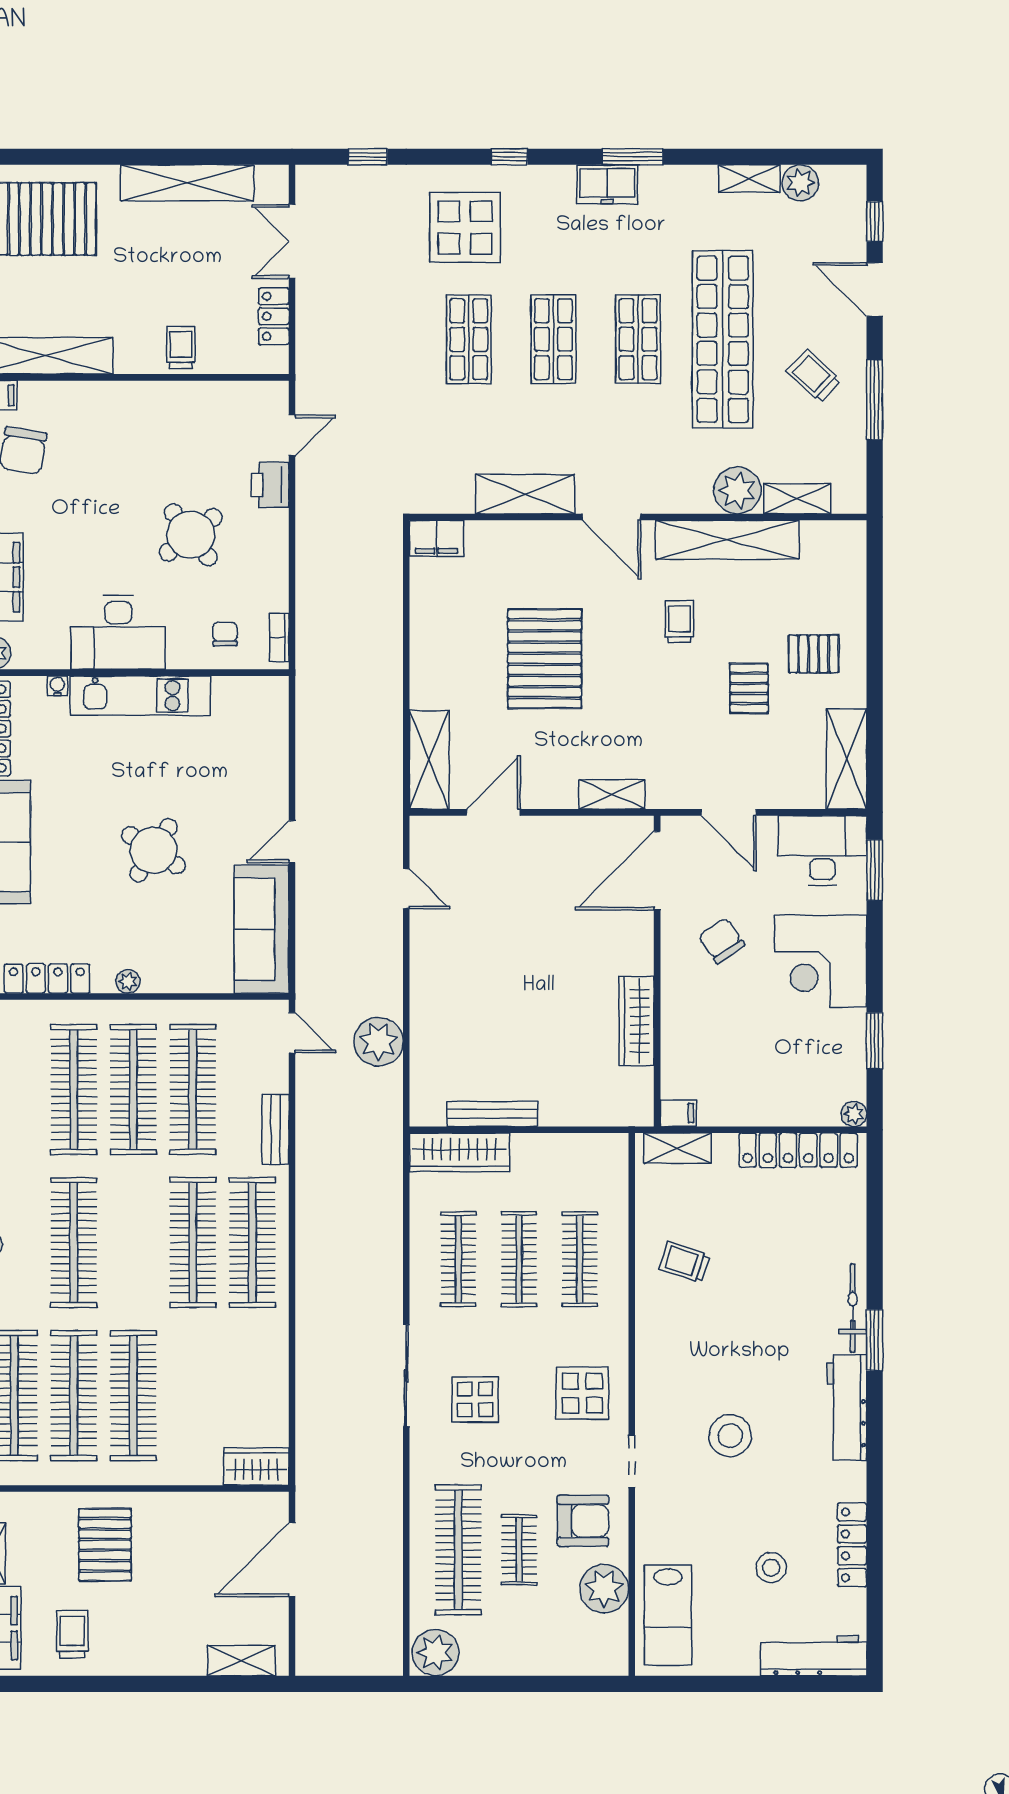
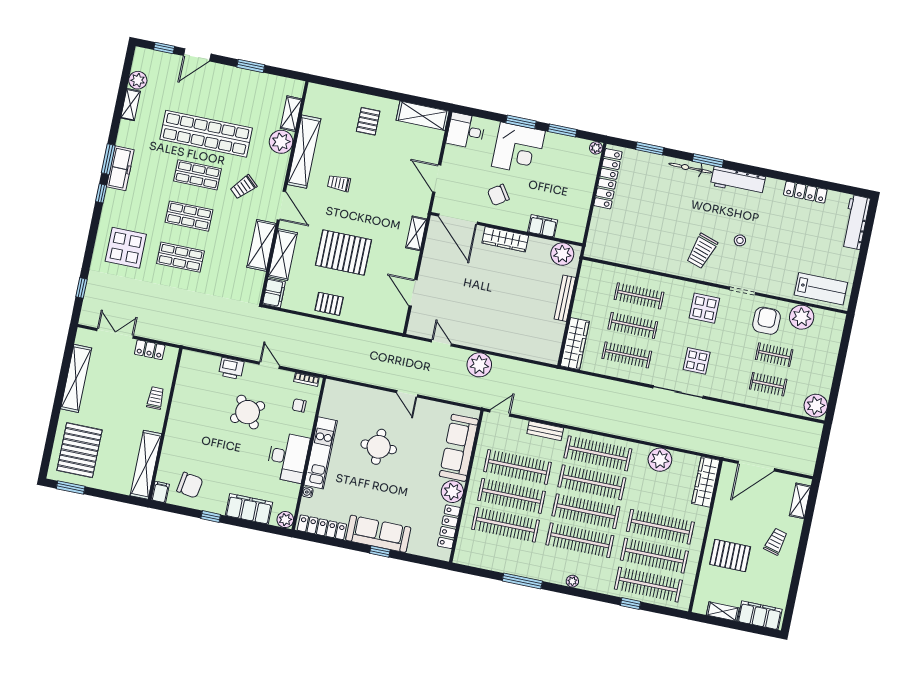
window: (509, 157) -> (101, 193), moved
freezer: (607, 184) -> (120, 168), width x1.40
double door: (292, 242) -> (115, 333), swing flipped
trolley: (181, 347) -> (156, 398), turned 90
trolley: (814, 376) -> (243, 187), moved
window: (875, 400) -> (251, 66), width x0.69
door: (292, 435) -> (269, 365), moved
door: (612, 517) -> (281, 206), hinge flipped
pallet: (749, 688) -> (329, 304), moved
shelving: (429, 760) -> (283, 255), moved, turned 90
door: (729, 812) -> (437, 178), swing flipped
round table: (154, 850) -> (379, 447), moved, turned -33
desk: (822, 850) -> (466, 131), width x0.73
window: (875, 870) -> (521, 122), moved
door: (406, 889) -> (441, 343), hinge flipped
sofa: (262, 929) -> (459, 448), moved, turned 90
plant: (128, 981) -> (452, 492), width x1.87, depth x1.87
wardrobe: (637, 1021) -> (505, 239), moved
plant: (379, 1042) -> (479, 365), moved
plant: (631, 1091) -> (562, 254), added
filing cabinet: (678, 1113) -> (543, 226), moved, width x2.00
bench: (492, 1114) -> (565, 298), moved
shelving: (677, 1148) -> (595, 237), removed
window: (875, 1220) -> (650, 149), added
clothes rail: (133, 1243) -> (586, 511), added
trolley: (684, 1262) -> (702, 251), moved, width x1.36, depth x1.39
plant: (265, 1367) -> (660, 460), added
stool: (730, 1436) -> (740, 240), width x0.53, depth x0.53
wardrobe: (256, 1467) -> (706, 482), width x1.50
clothes rail: (458, 1550) -> (768, 384), width x0.54, depth x0.76
door: (292, 1560) -> (756, 466), hinge flipped
stool: (771, 1568) -> (808, 234), removed
trolley: (72, 1634) -> (776, 542), moved, turned 105

